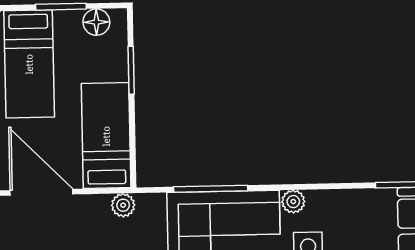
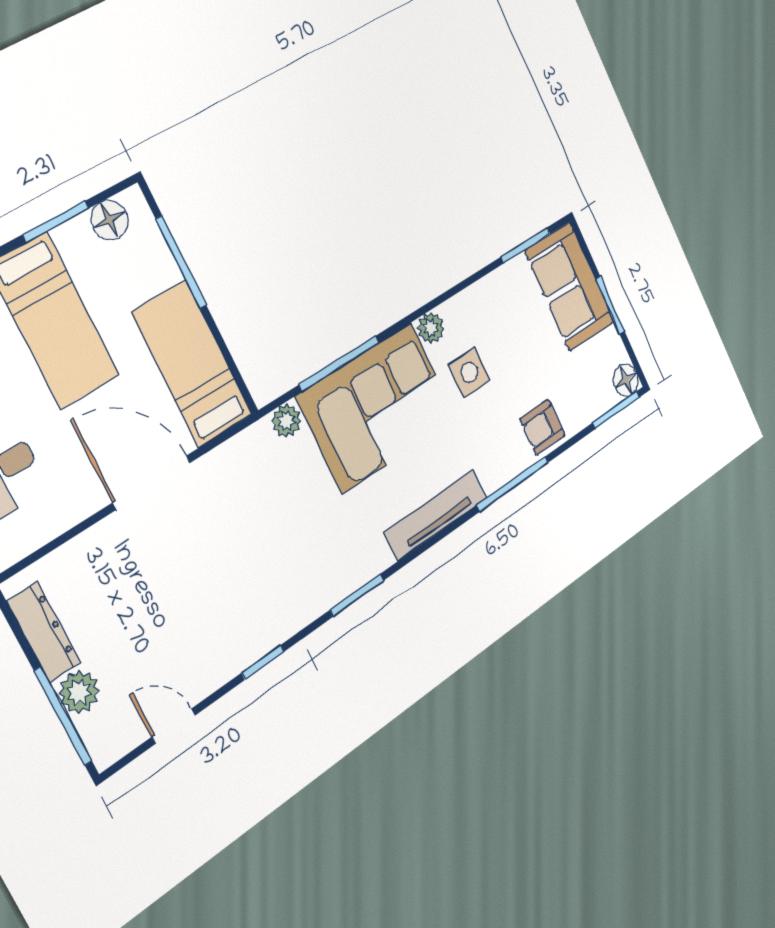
window: (131, 70) -> (181, 262), width x1.44
plant: (123, 205) -> (286, 421), moved

